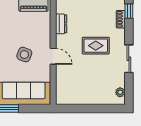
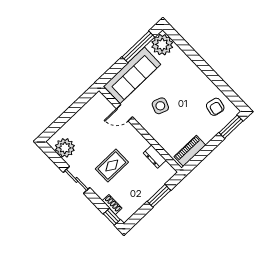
door: (53, 56) -> (125, 113), moved
plant: (120, 92) -> (65, 148), width x1.88, depth x1.88

